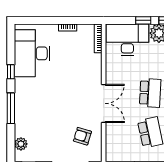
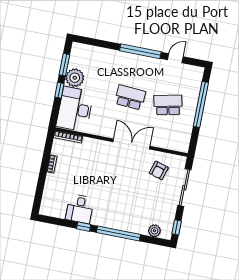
desk: (32, 53) -> (80, 209), width x0.53, depth x0.77
window: (11, 108) -> (118, 234), width x1.46

